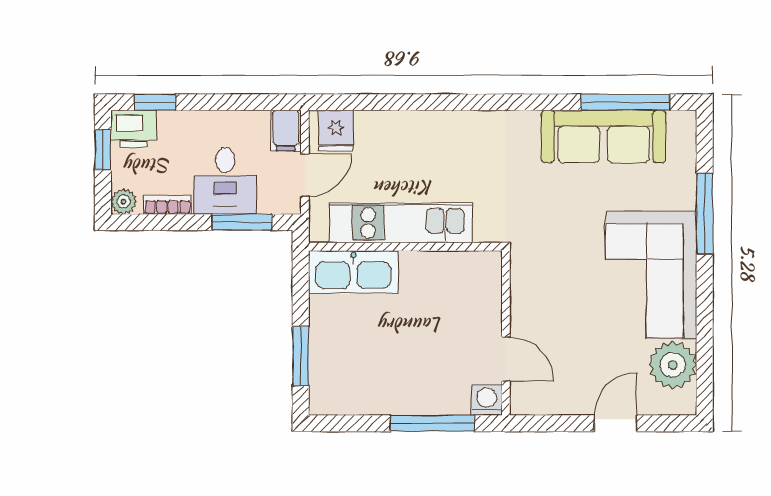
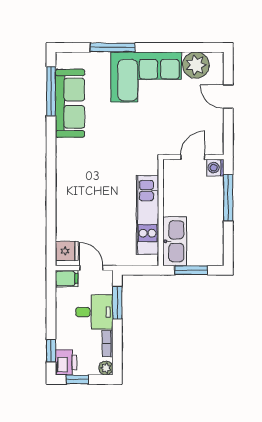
kitchen unit: (401, 223) -> (148, 215), moved
wall: (405, 247) -> (161, 213), moved
kitchen sink: (353, 272) -> (175, 241), moved

